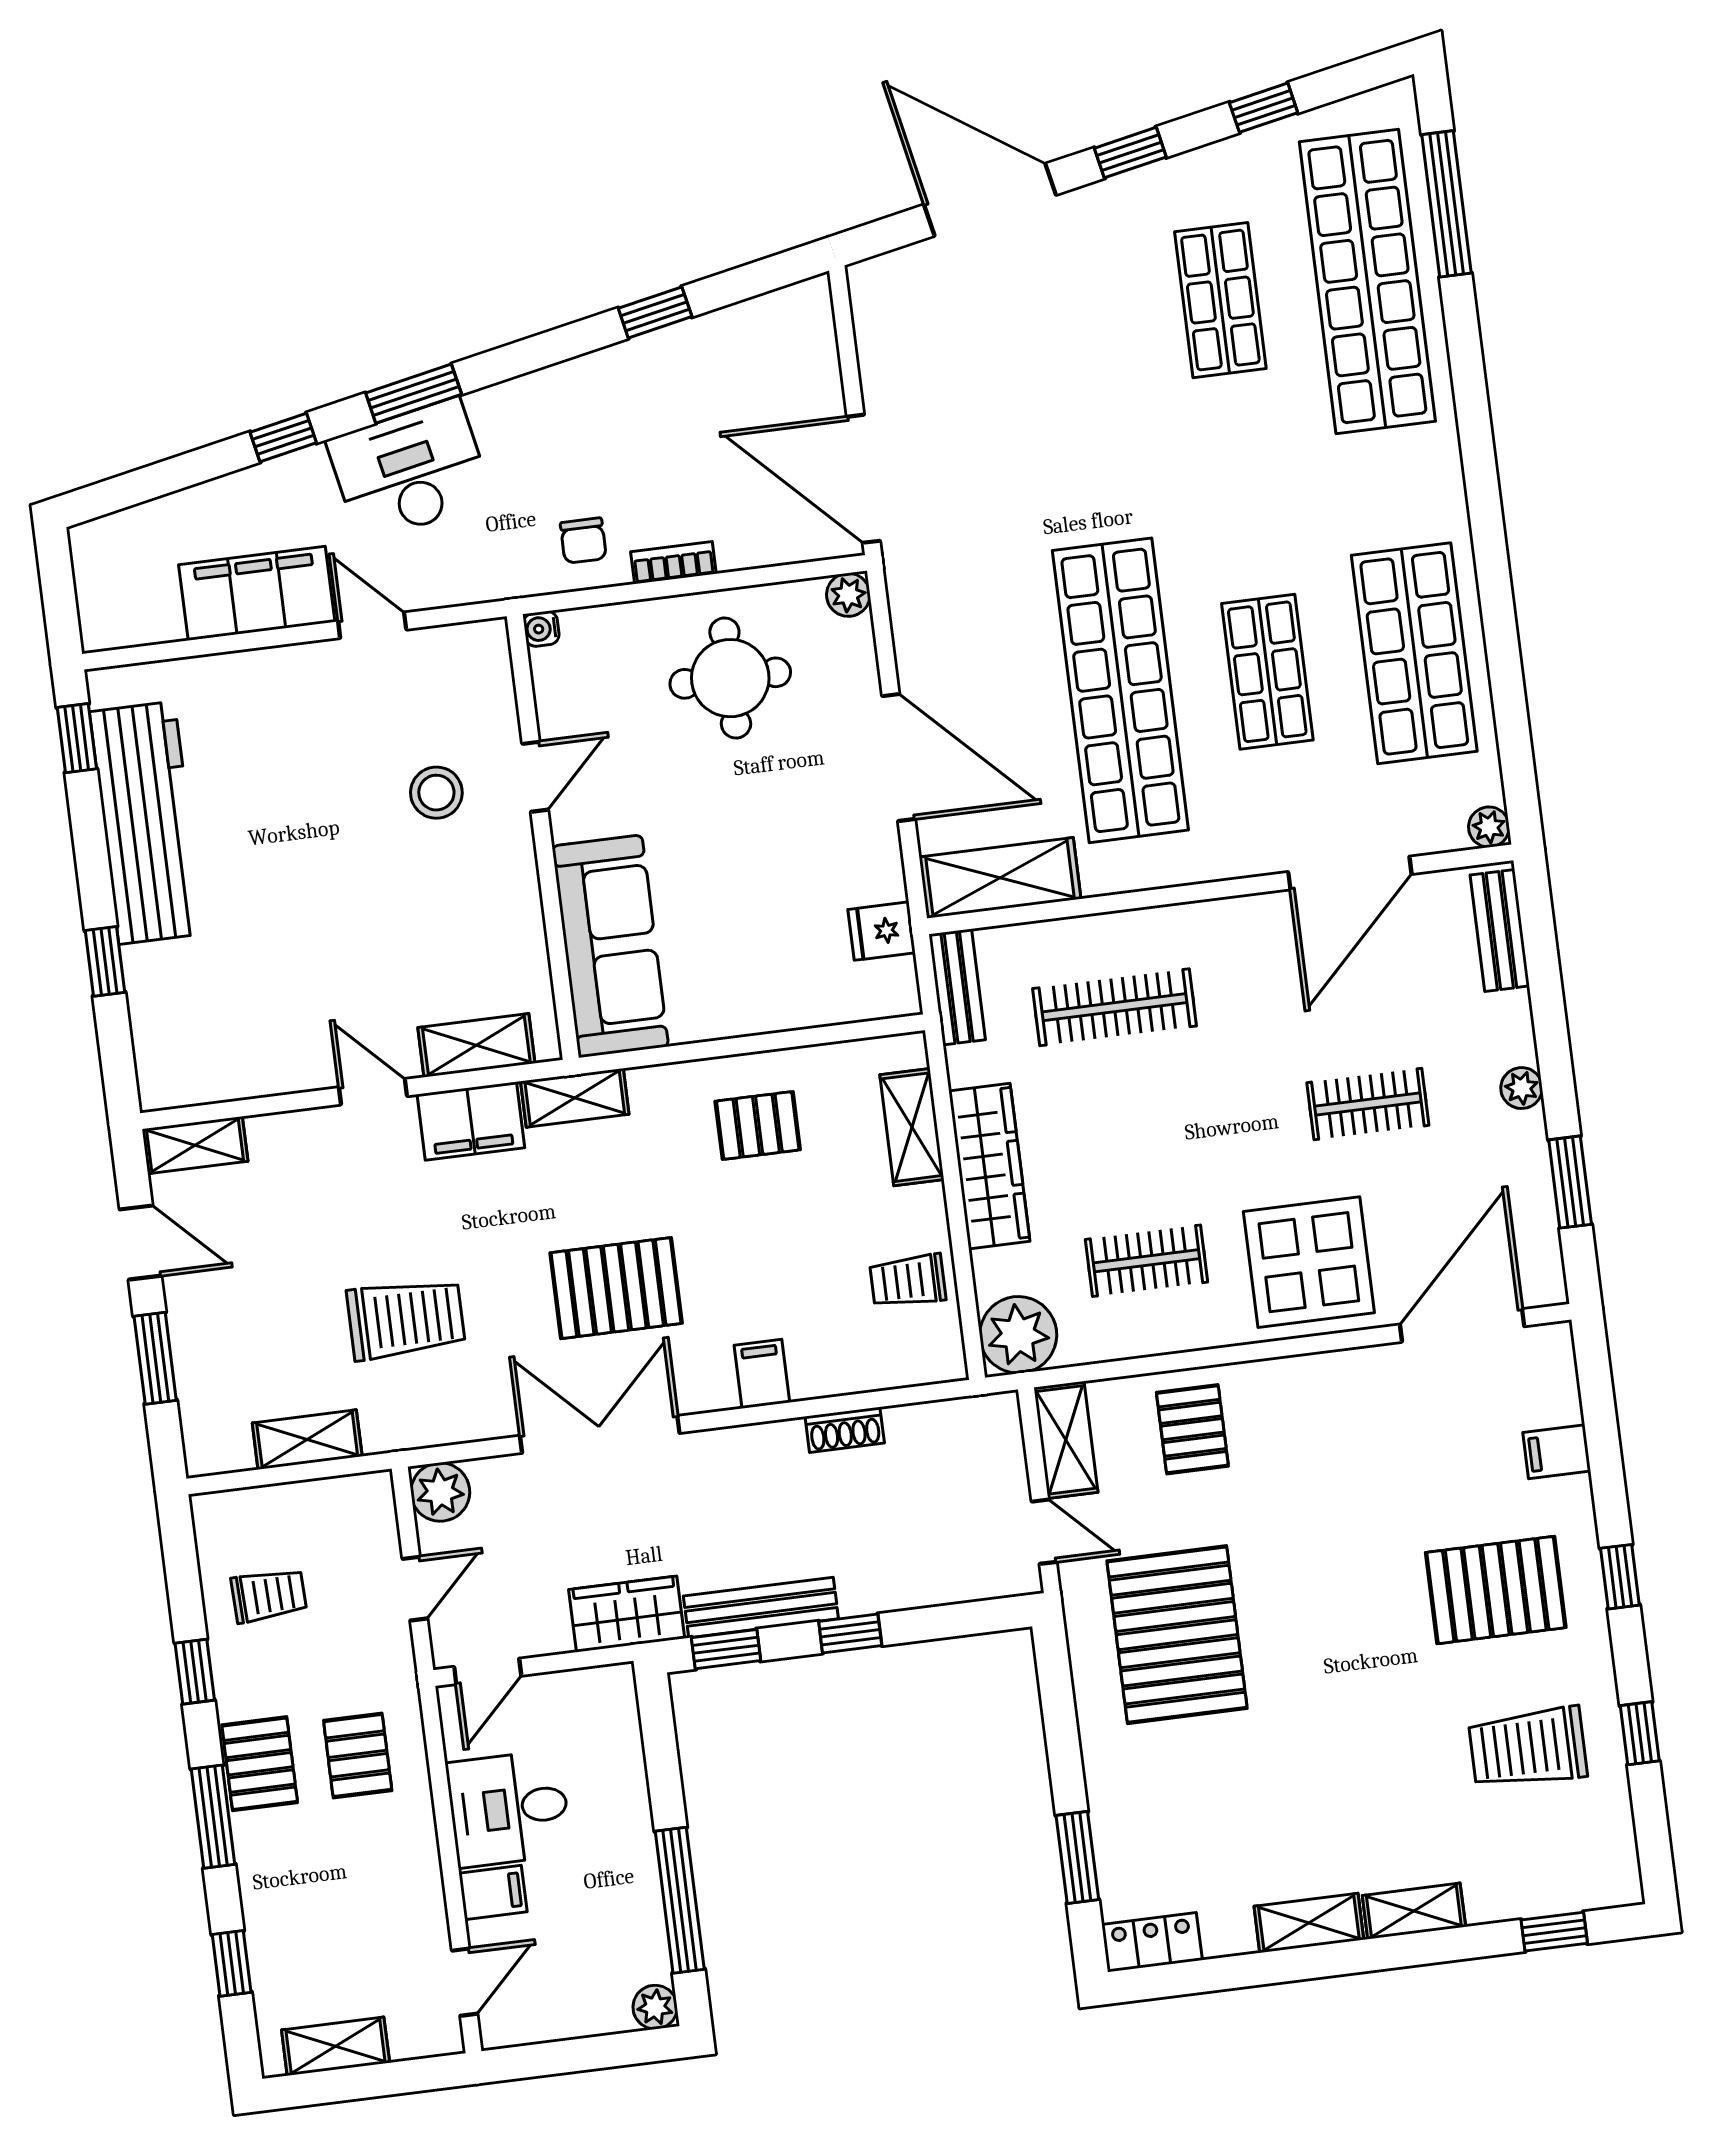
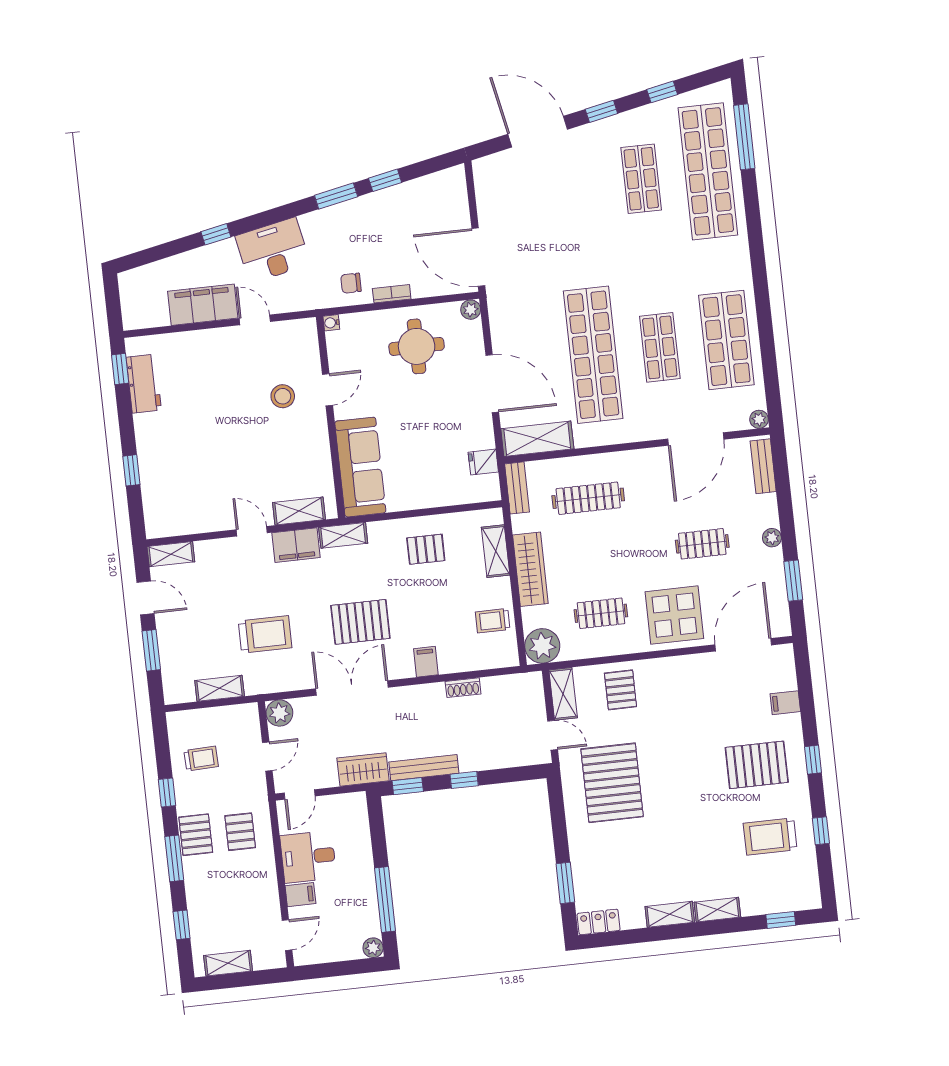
window: (414, 394) -> (336, 196), moved
chair: (583, 541) -> (351, 283), turned 90
workbench: (147, 823) -> (144, 384), width x0.53, depth x0.76

